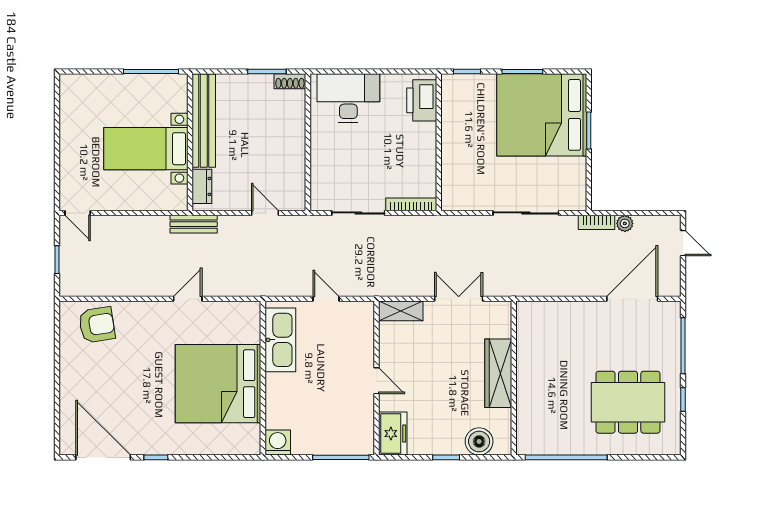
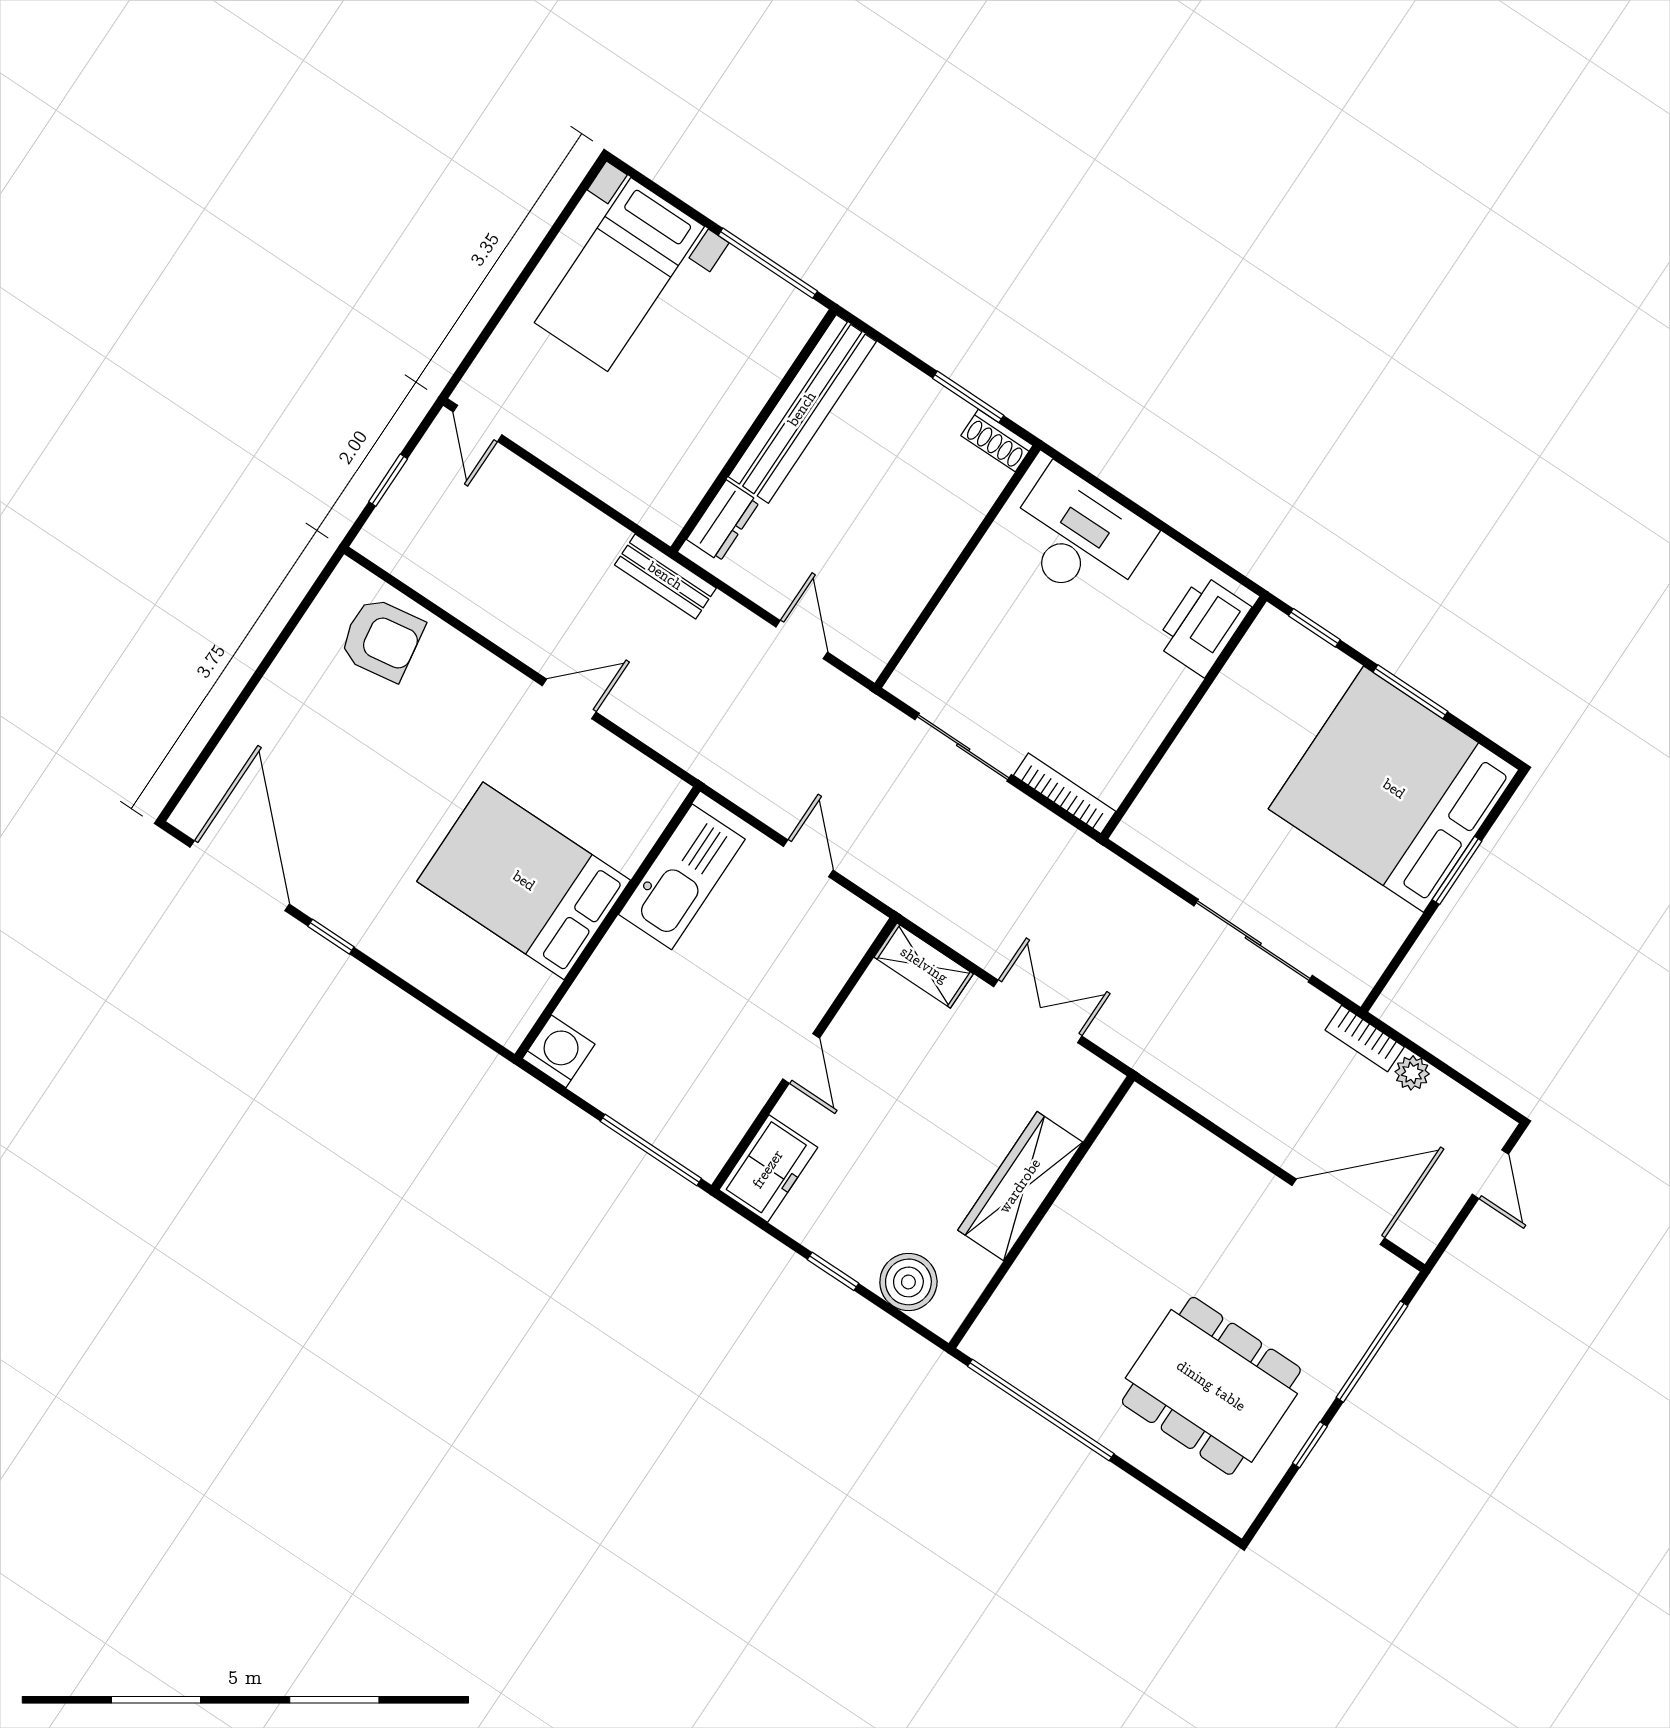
bed with nightstands: (146, 149) -> (619, 274), moved, turned -90
bed: (218, 384) -> (524, 881), width x0.73

